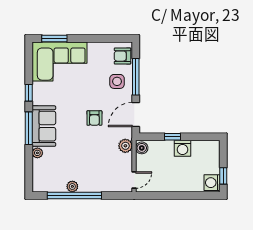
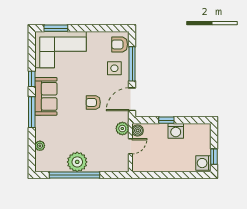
armchair: (94, 118) -> (93, 102), turned 90
sofa: (44, 126) -> (46, 96), moved
plant: (37, 153) -> (40, 146), moved
door: (134, 180) -> (130, 146), moved
plant: (72, 186) -> (77, 162), width x1.87, depth x1.87

